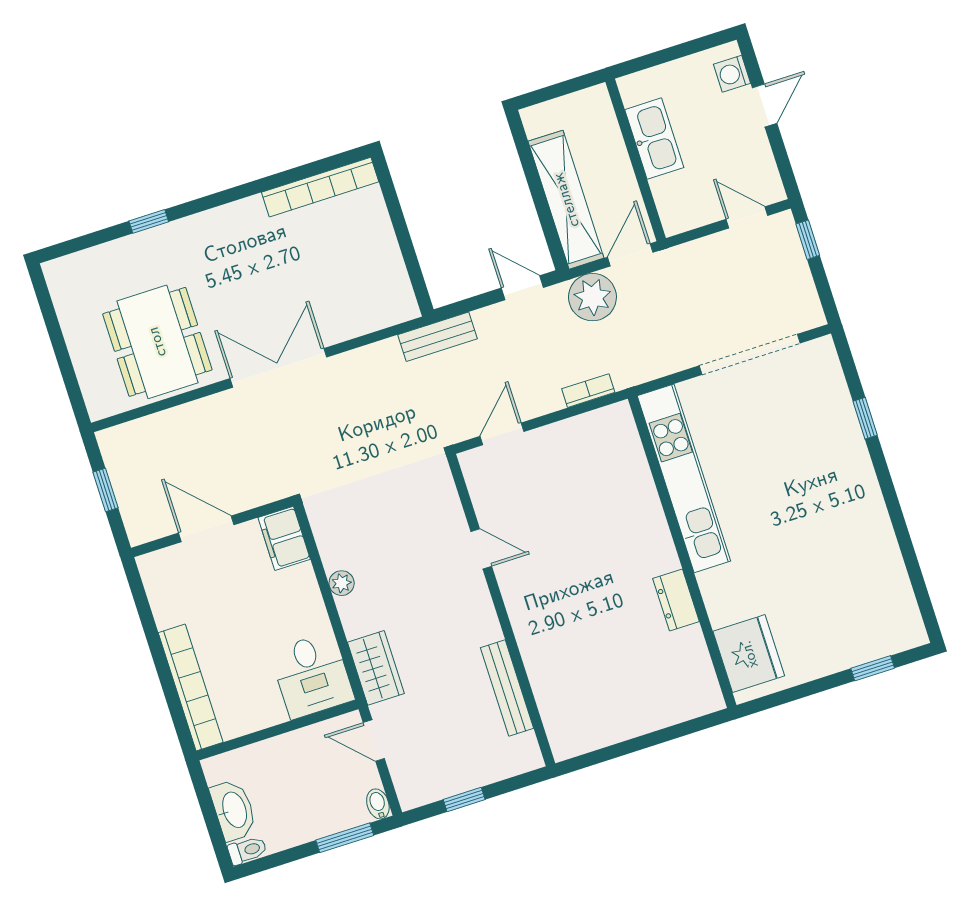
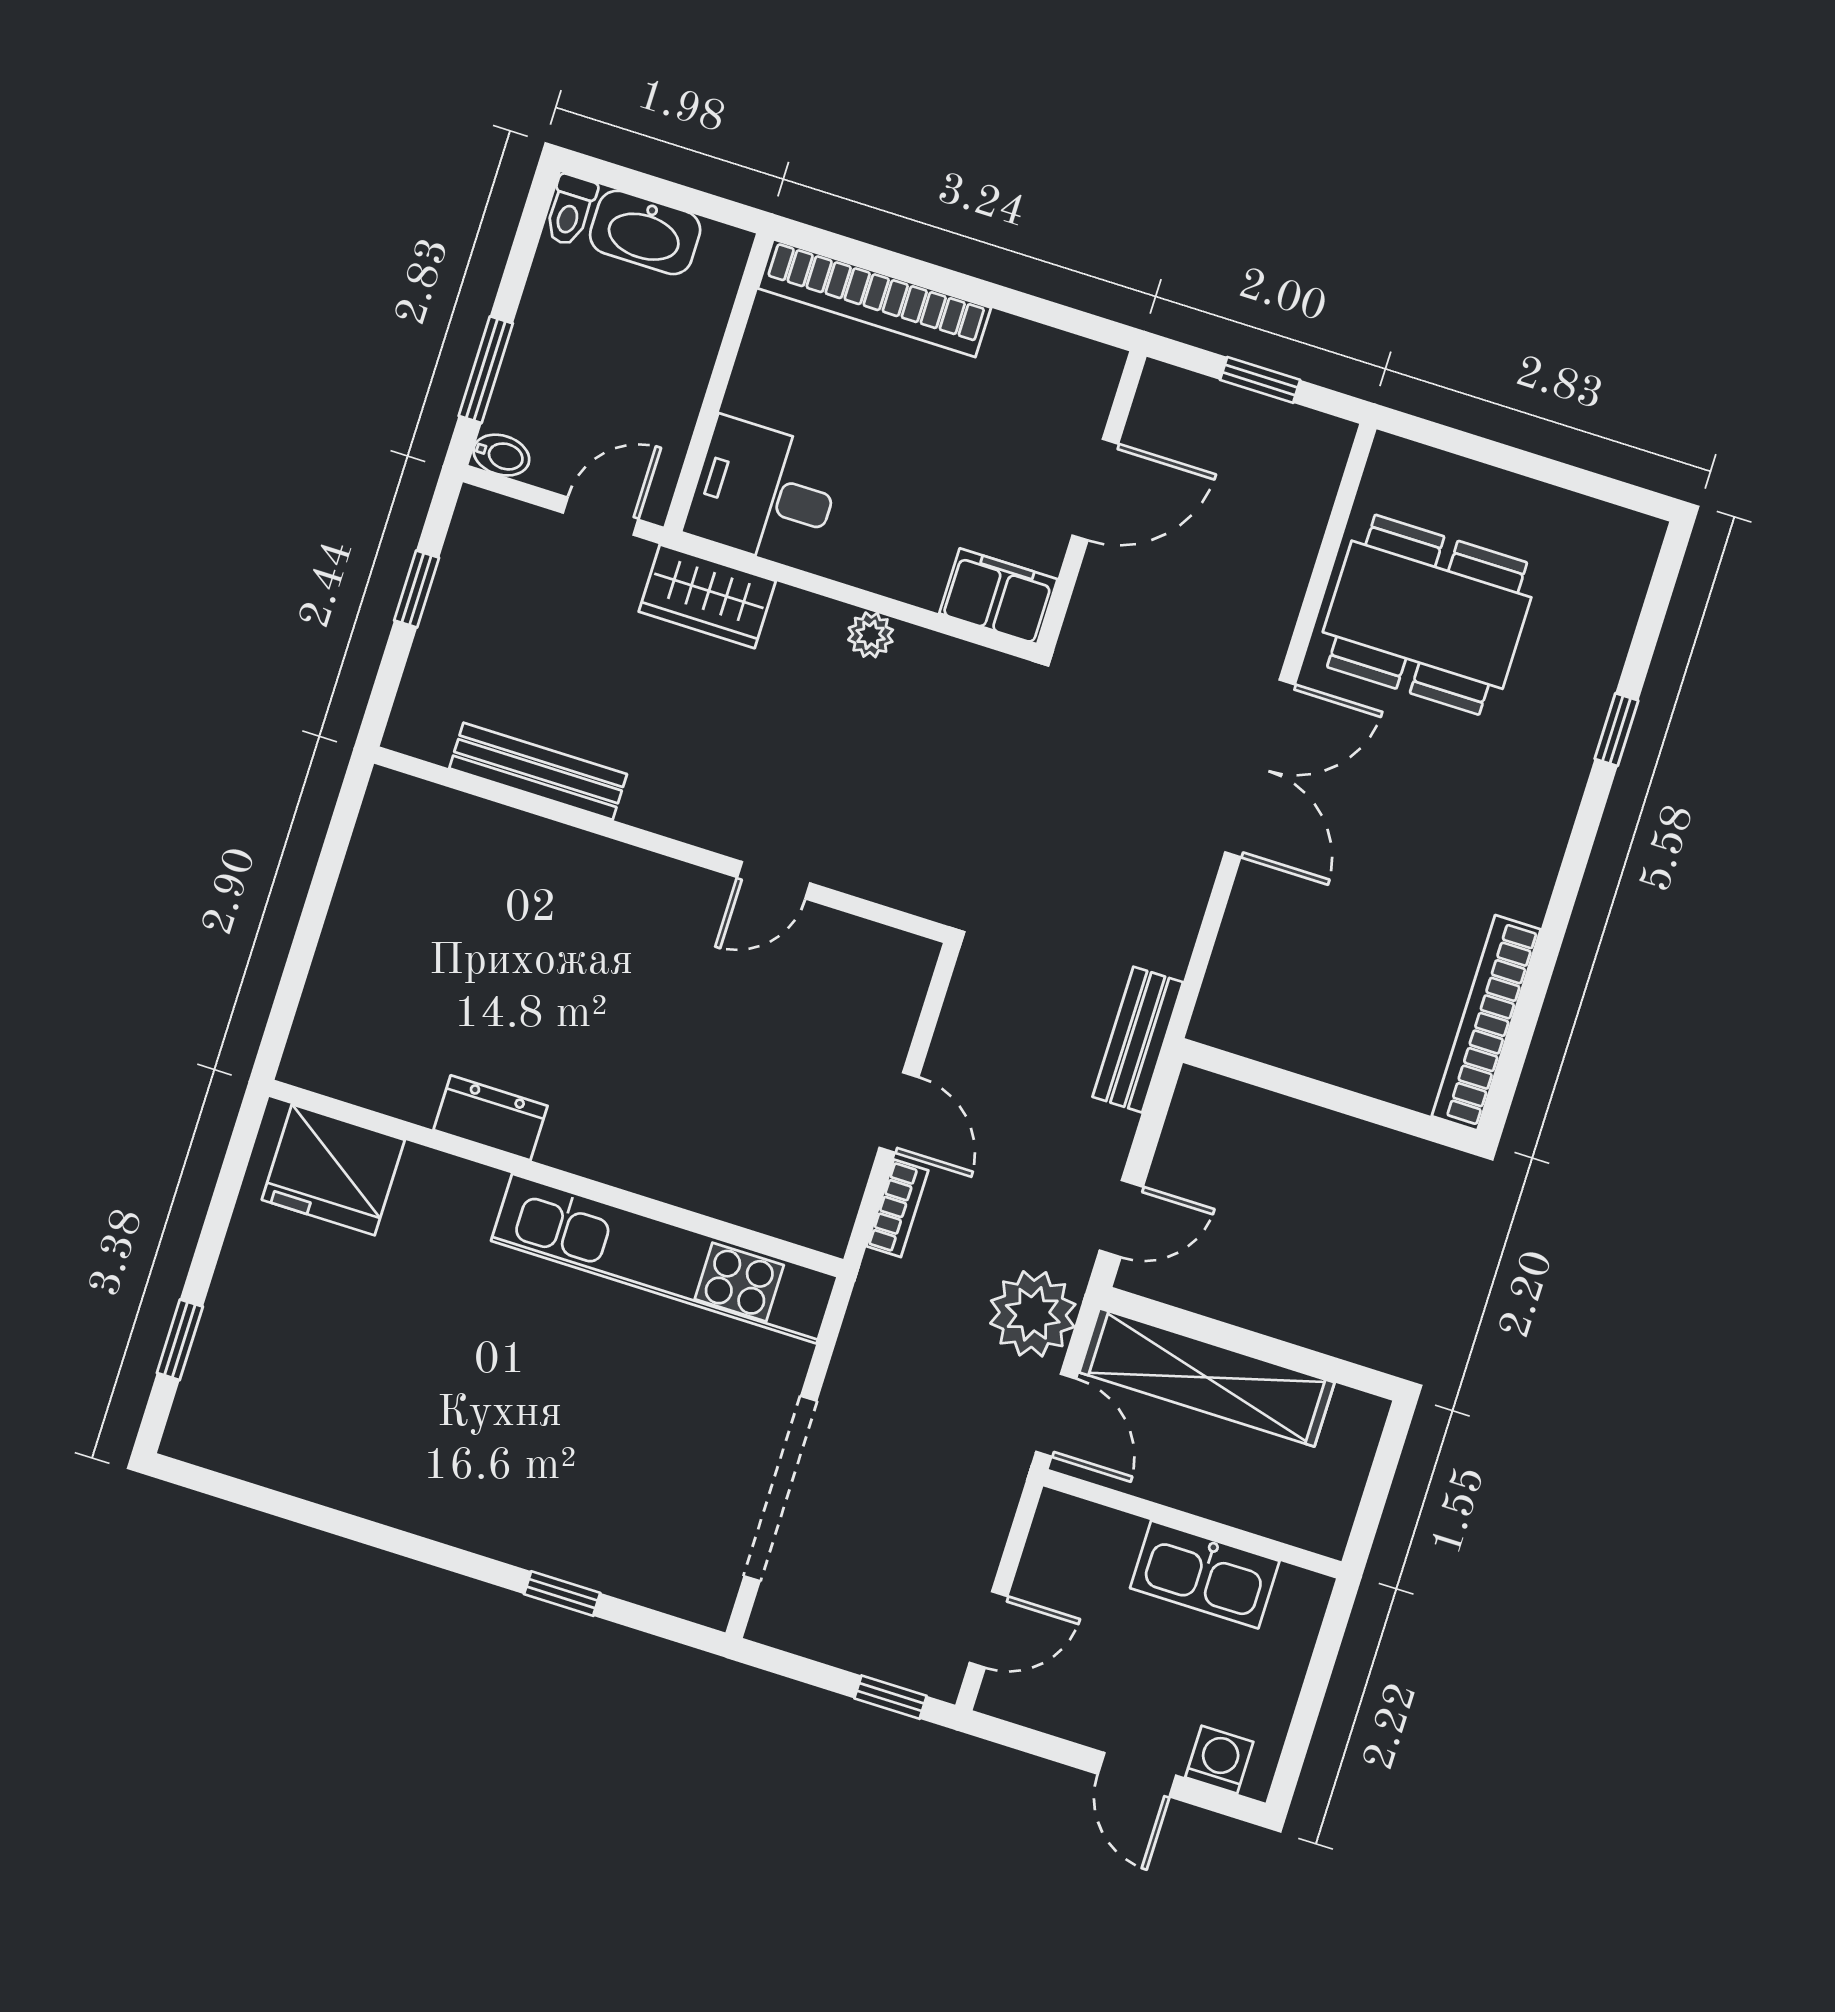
door: (502, 434) -> (899, 1112), moved

